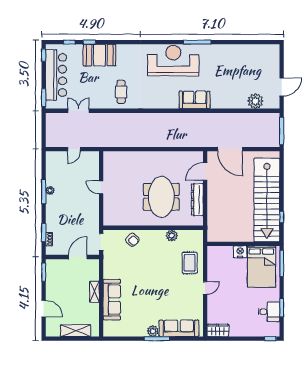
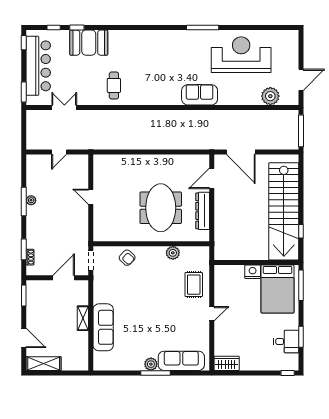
reception desk: (173, 61) -> (241, 55), moved
shelving: (76, 331) -> (44, 364), moved

